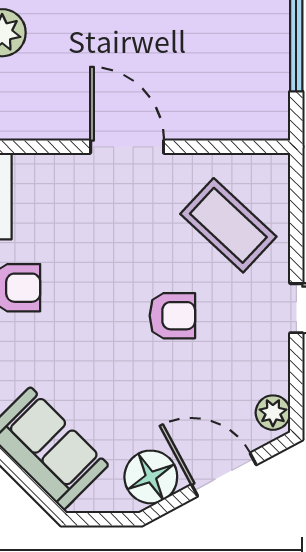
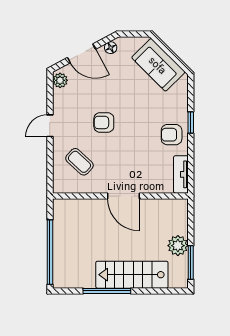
coffee table: (228, 225) -> (79, 162), width x0.73, depth x0.77
floor lamp: (151, 477) -> (111, 48), width x0.53, depth x0.53

